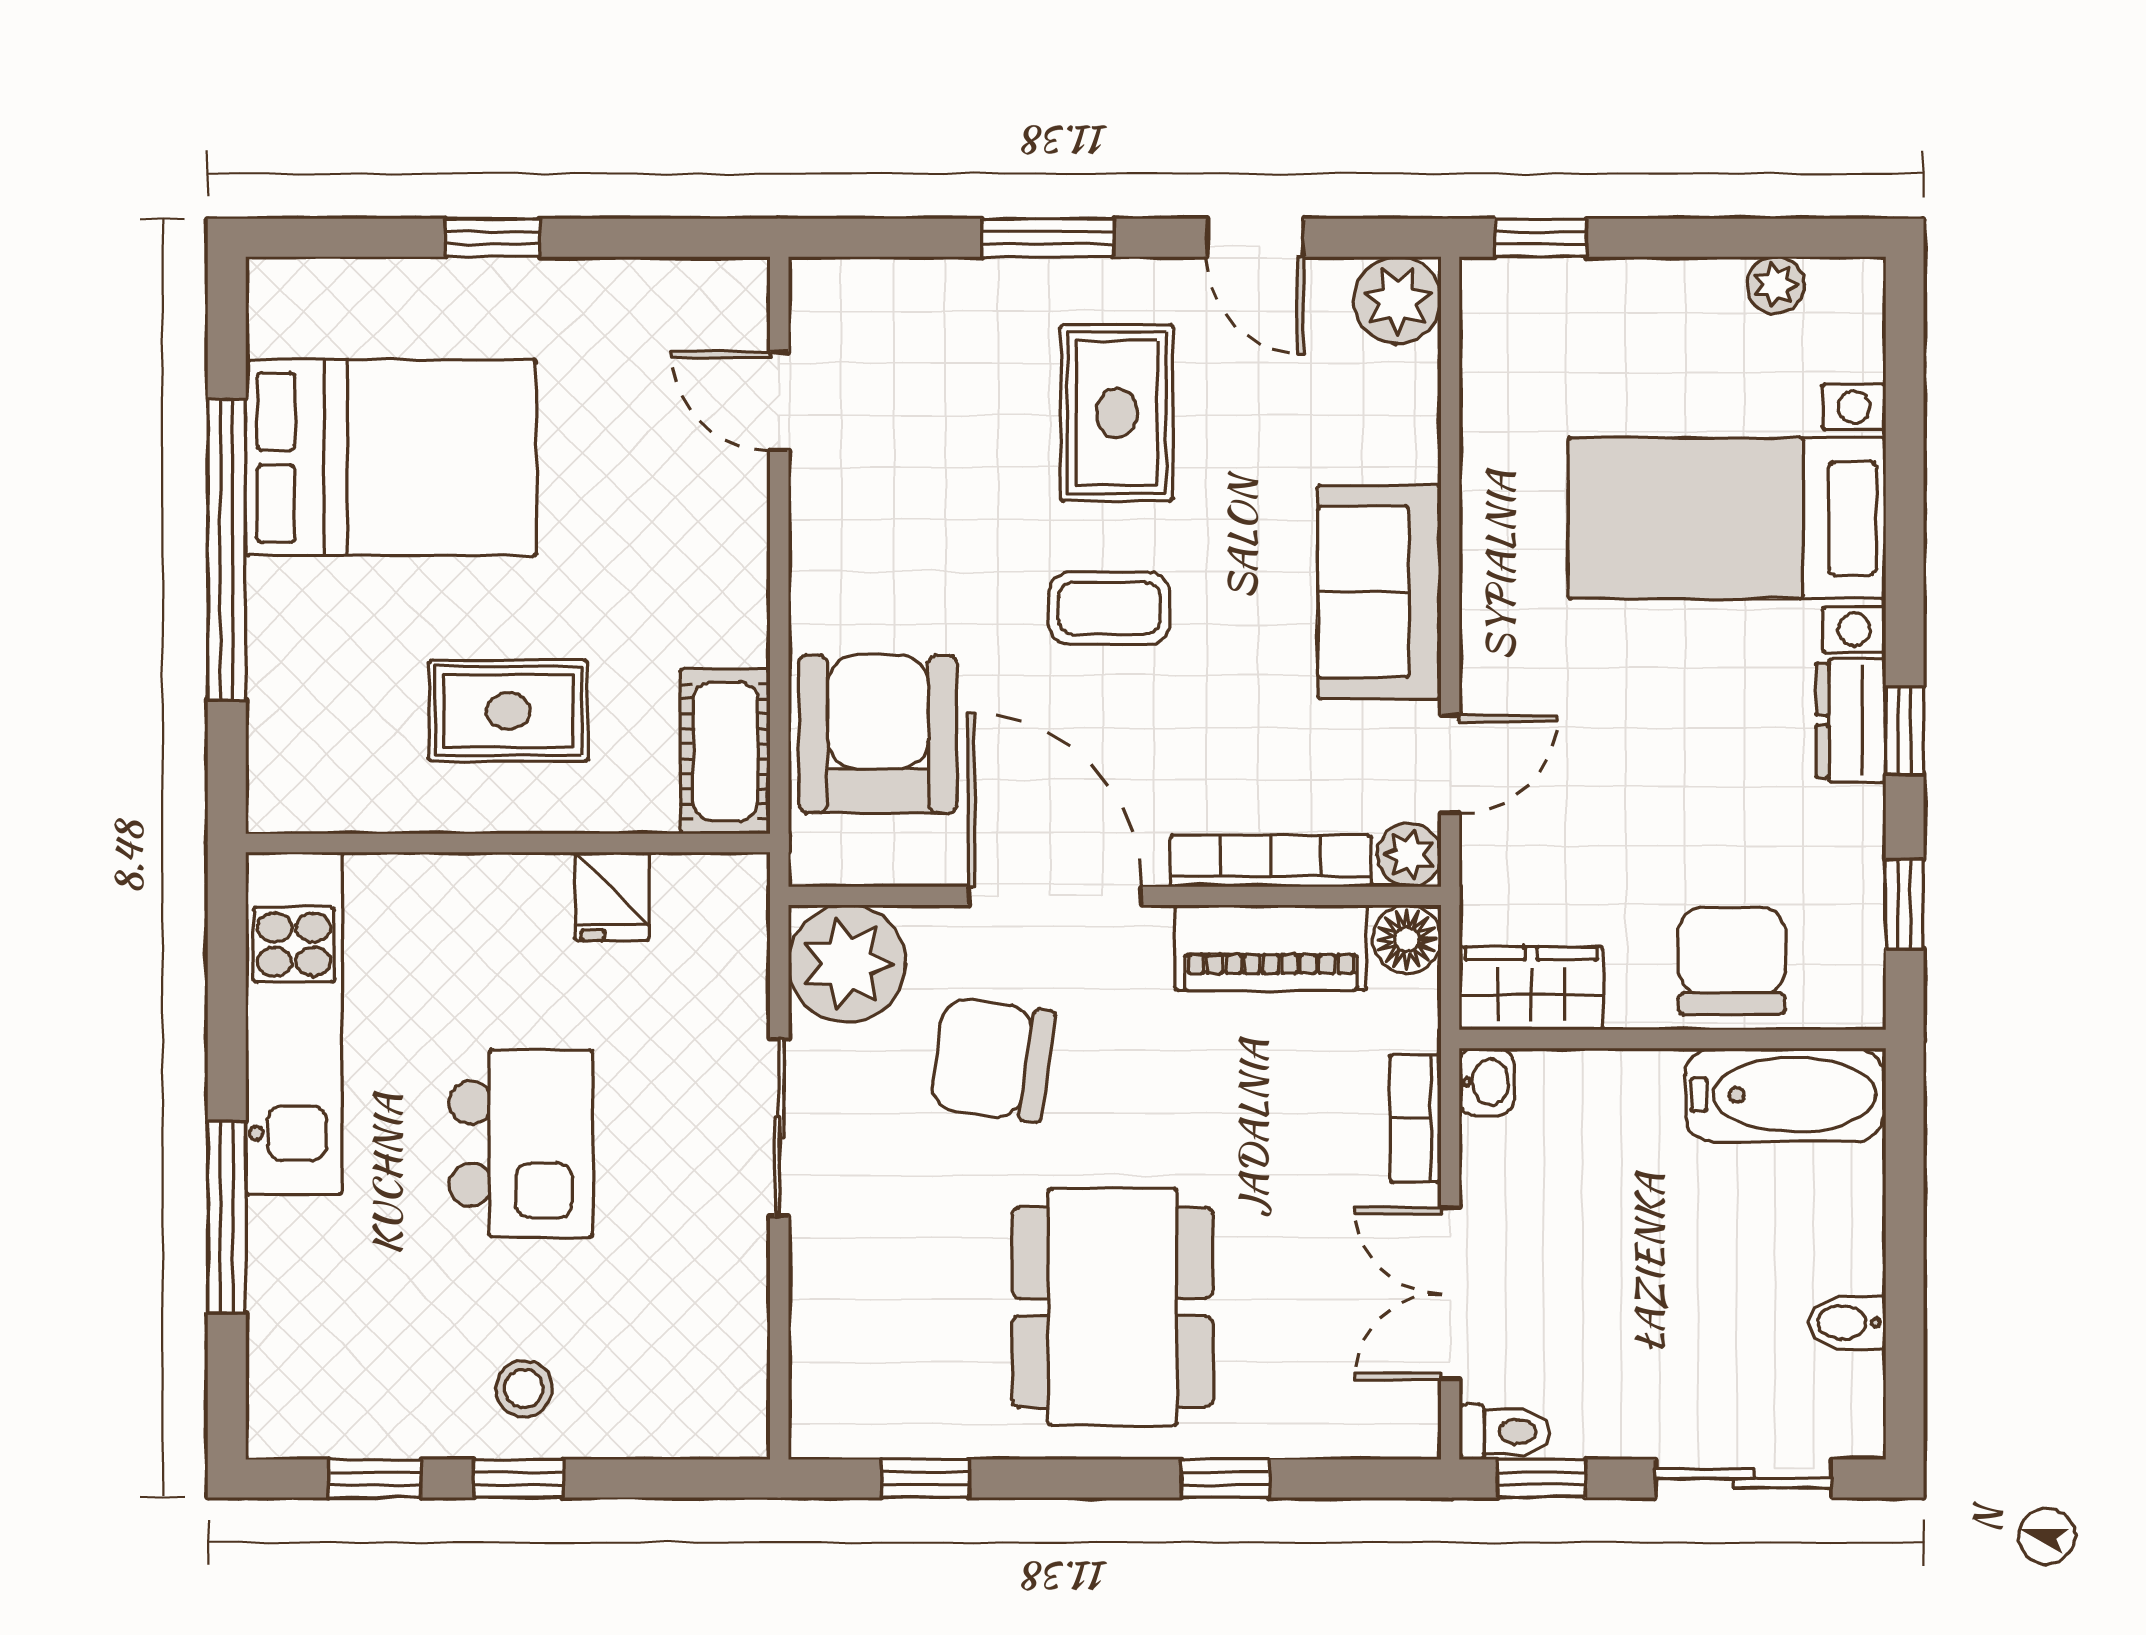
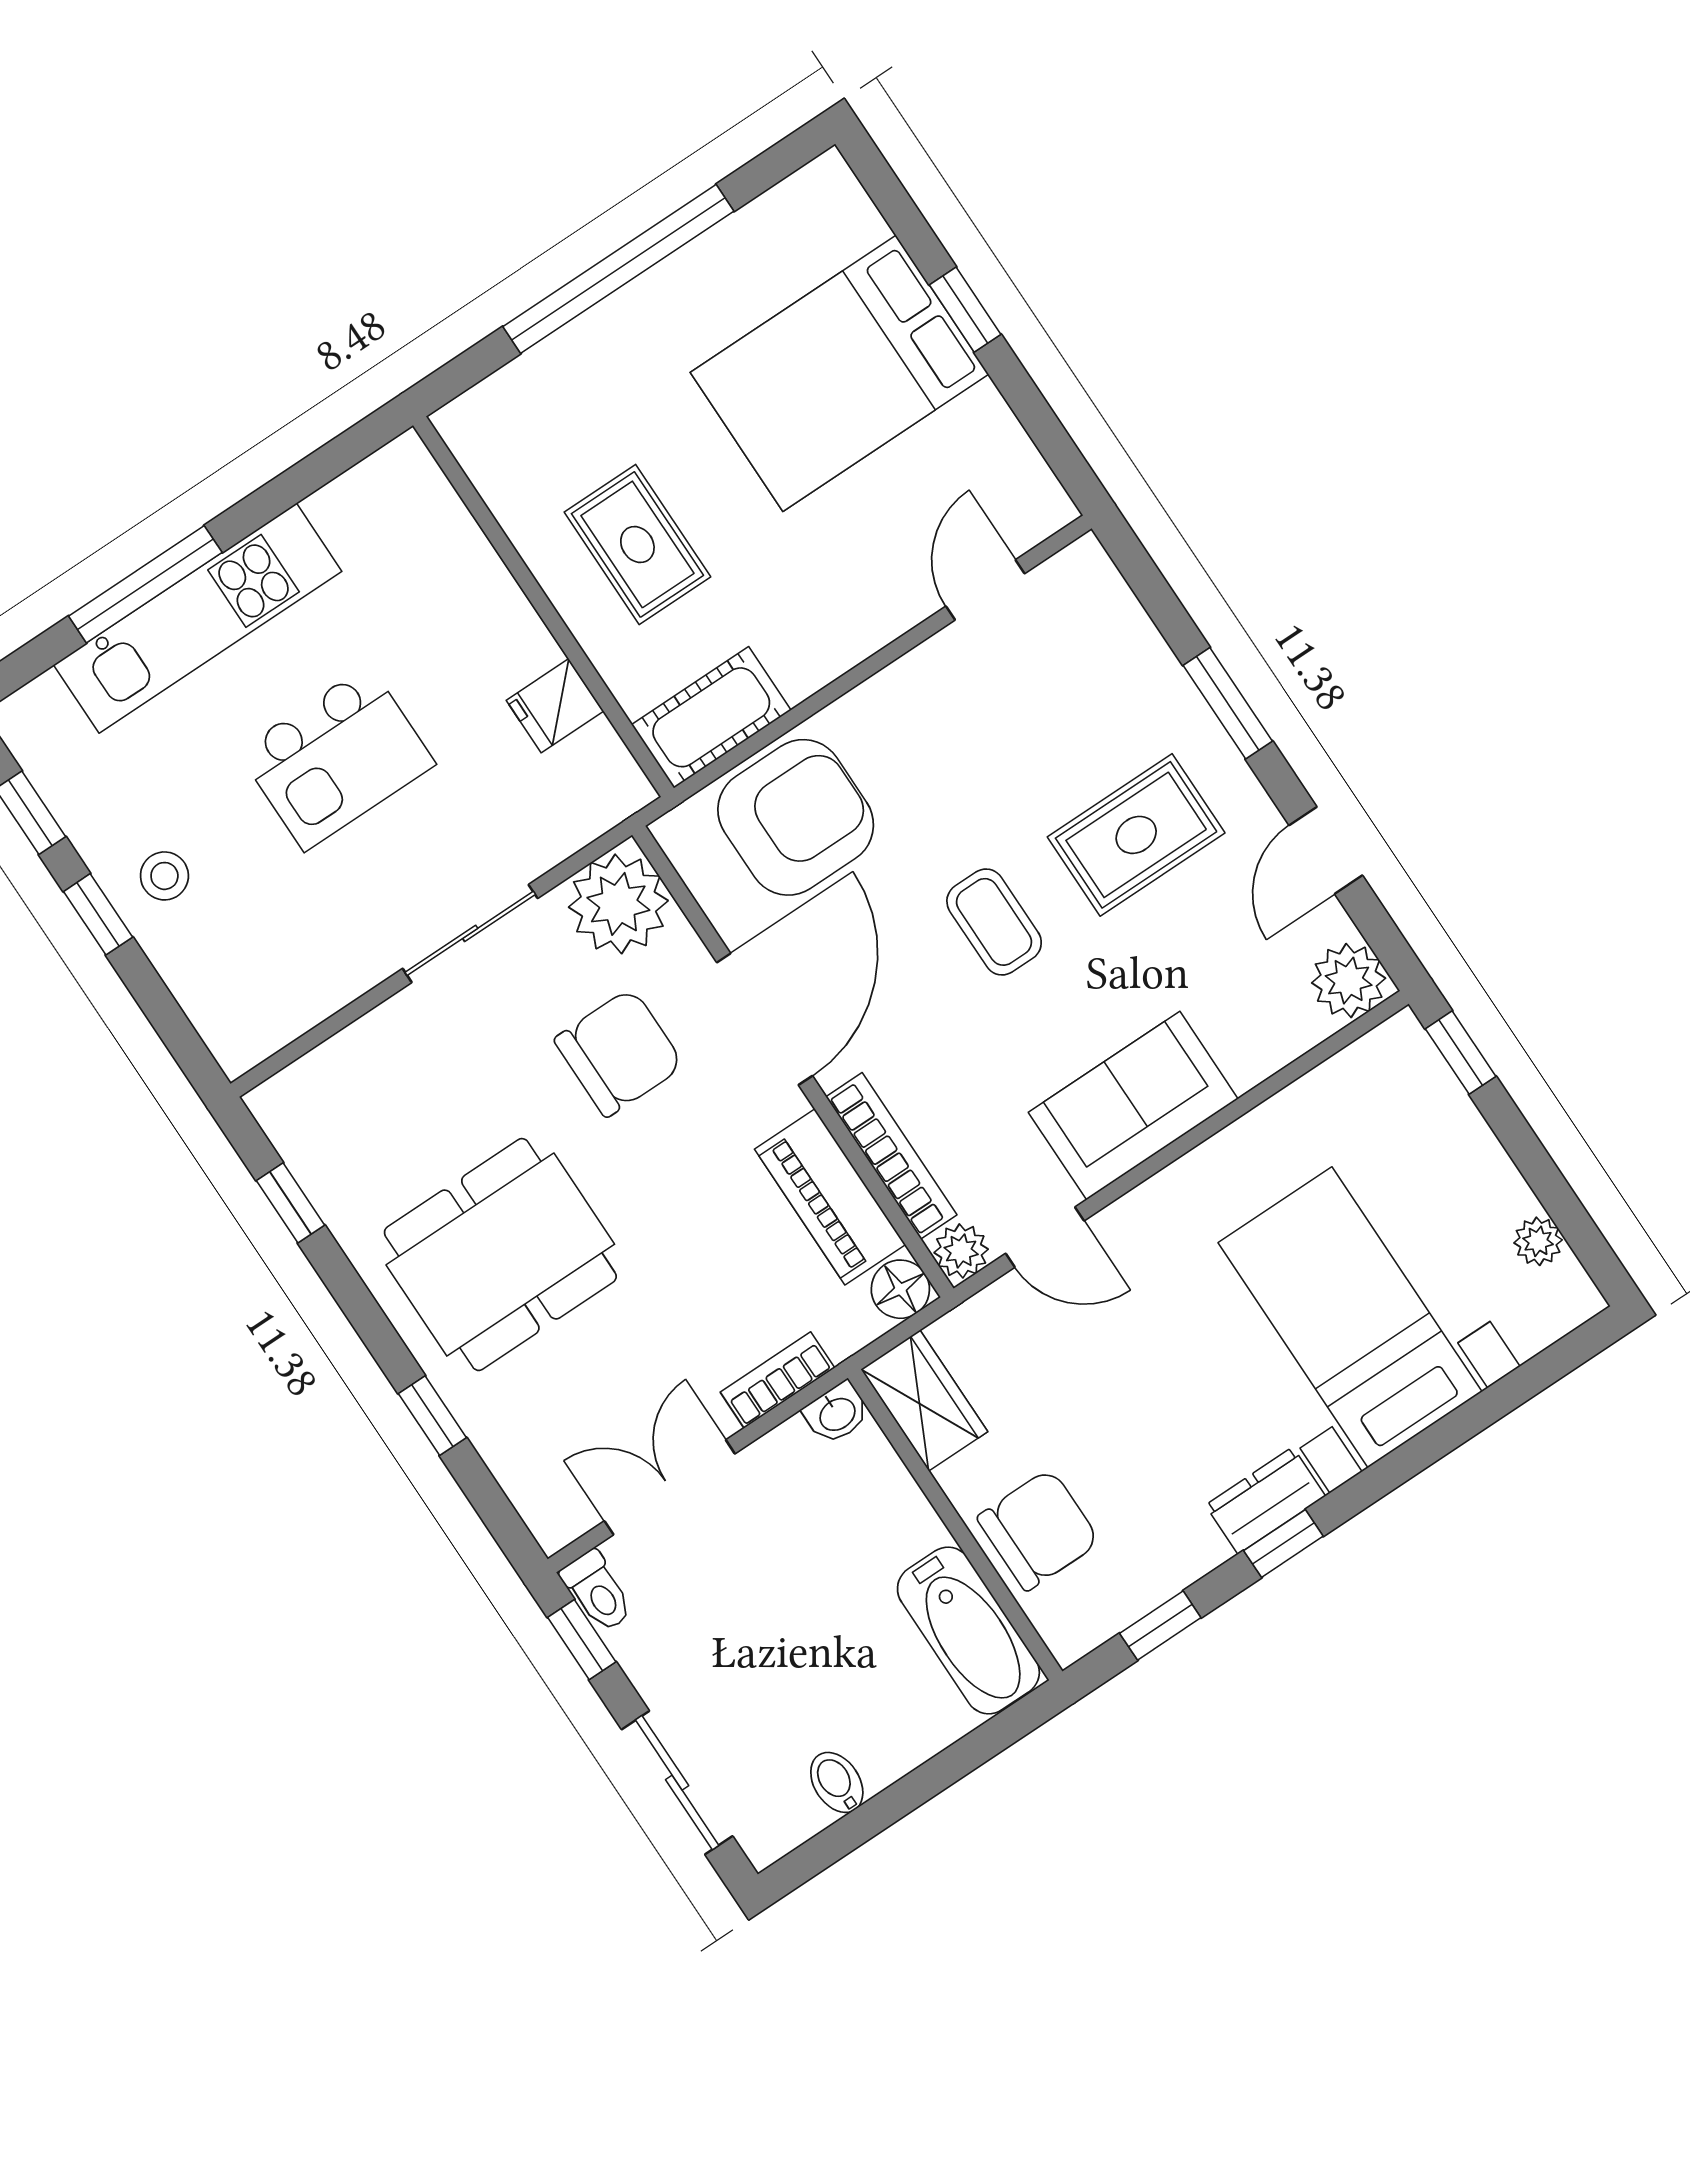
bed: (391, 458) -> (839, 373), moved, turned 90
kitchen unit: (294, 1023) -> (198, 618), moved
chair: (992, 1060) -> (619, 1053), turned 82

